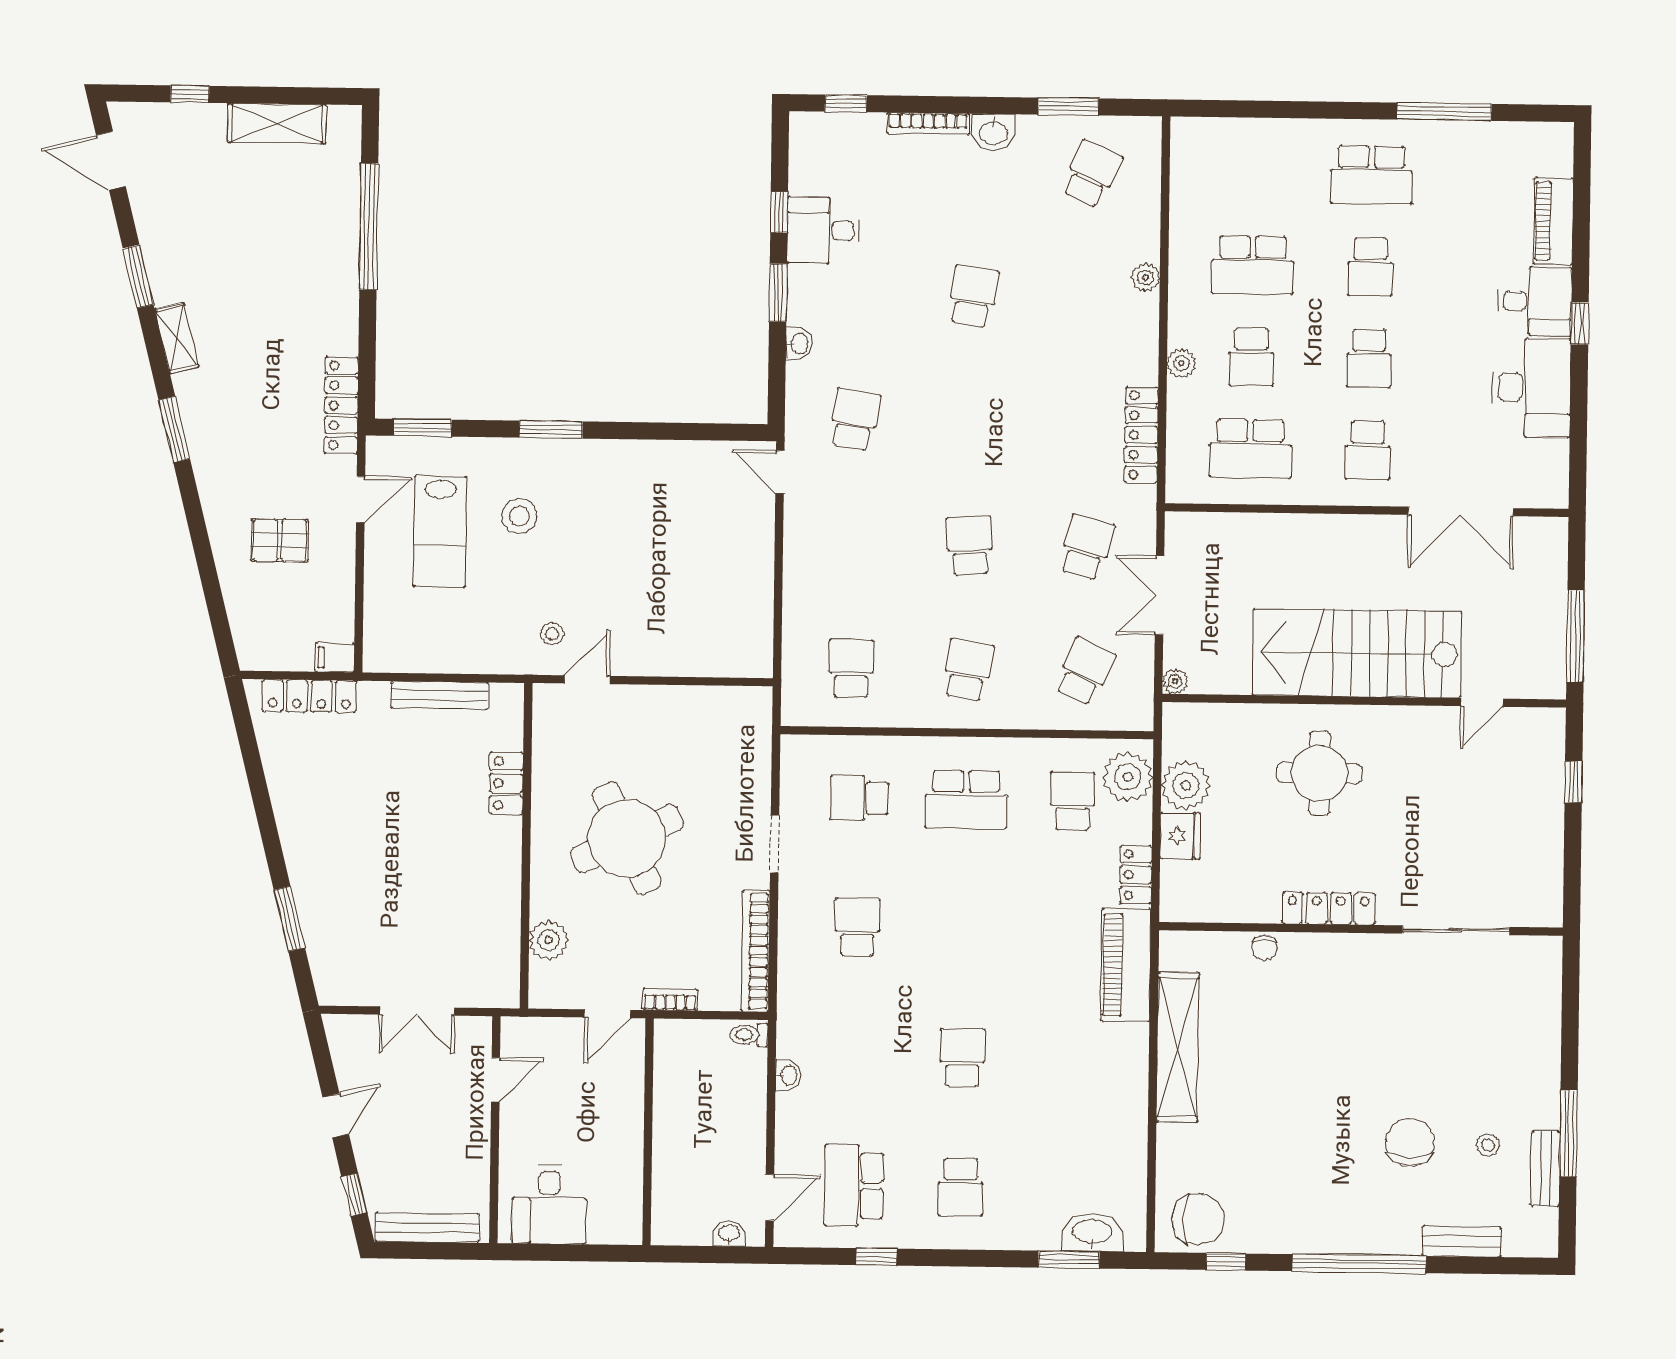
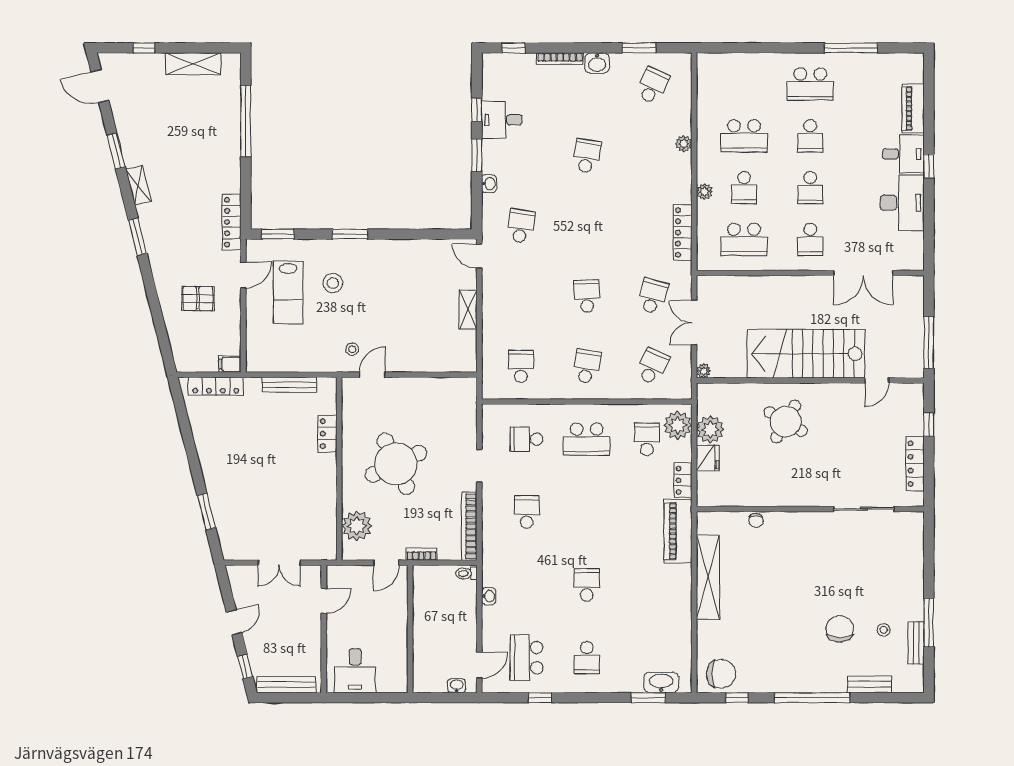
shelving: (759, 567) -> (468, 310), added
round table: (1319, 773) -> (786, 422), turned 30
locker: (1329, 908) -> (915, 464), moved, turned -90
plant: (549, 940) -> (357, 526), width x1.36, depth x1.36

